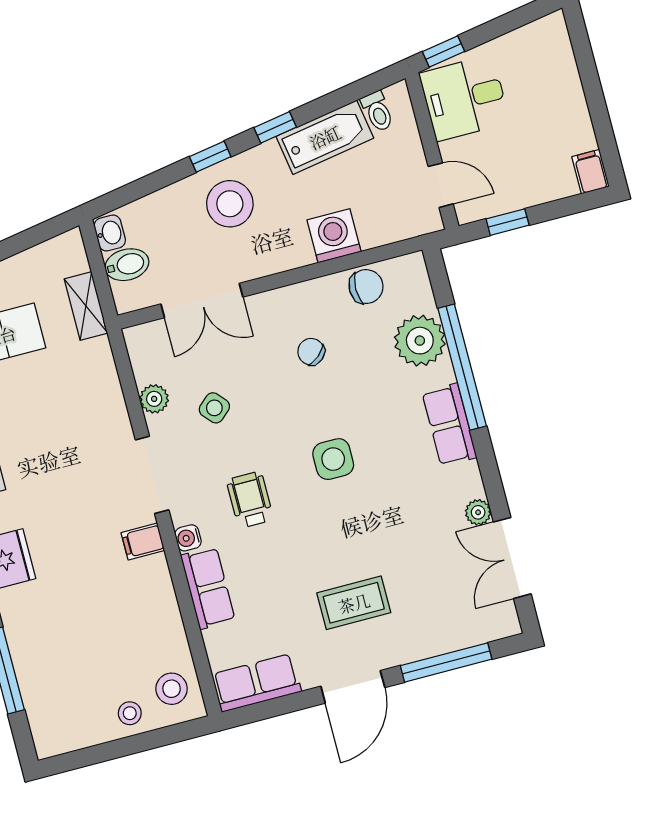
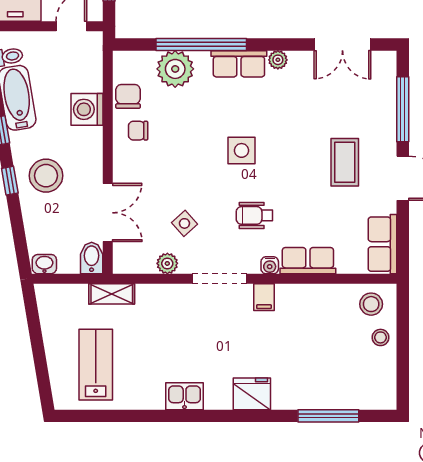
bidet: (127, 265) -> (92, 258), moved
shelving: (86, 306) -> (112, 294), moved
chair: (311, 352) -> (138, 131), moved, turned 41
plant: (478, 512) -> (278, 60), moved

